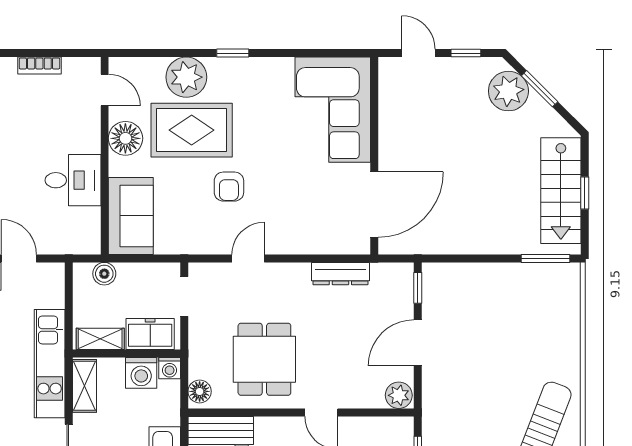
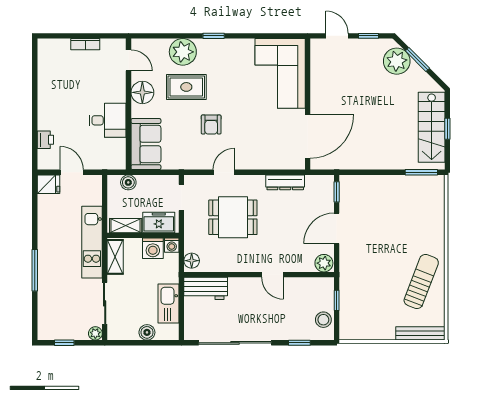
rug: (192, 130) -> (186, 87), width x0.73, depth x0.70
dining table: (264, 359) -> (233, 217), moved, turned 90

